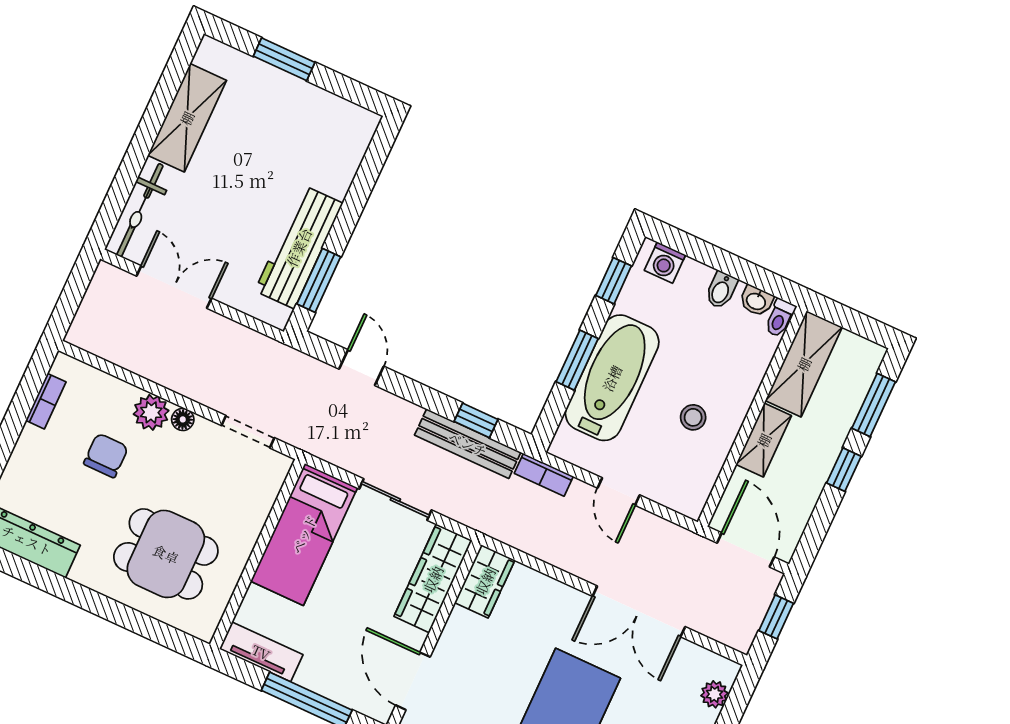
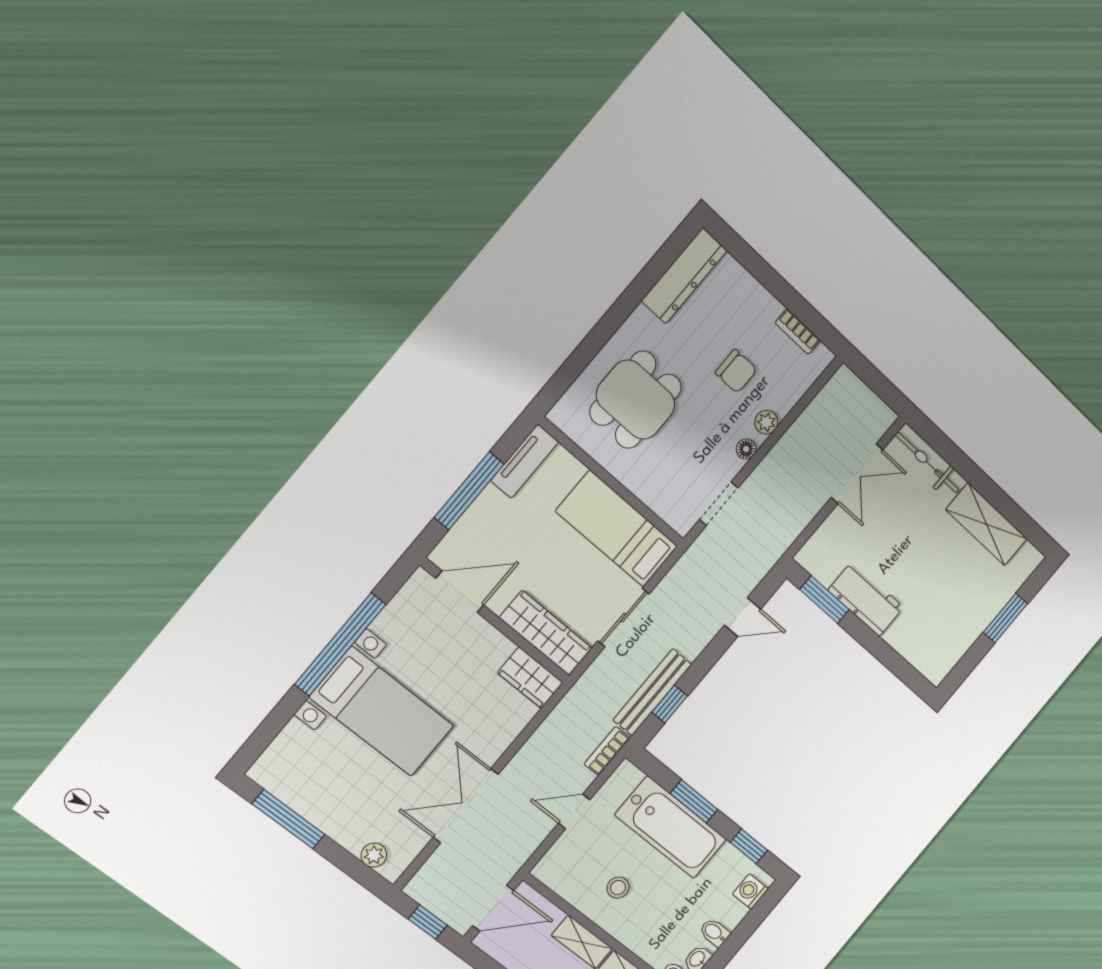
workbench: (299, 247) -> (866, 599), width x0.73
plant: (151, 412) -> (766, 422), width x0.73, depth x0.73

